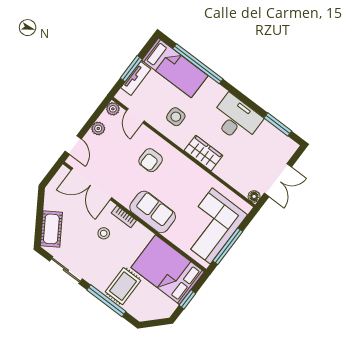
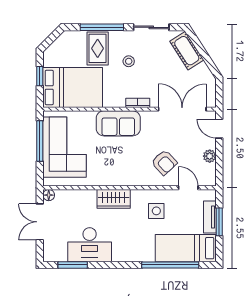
plant: (113, 109) -> (210, 180), removed
desk: (236, 119) -> (90, 245), moved
armchair: (151, 160) -> (164, 162), moved, turned 137
stool: (104, 233) -> (129, 61), moved

